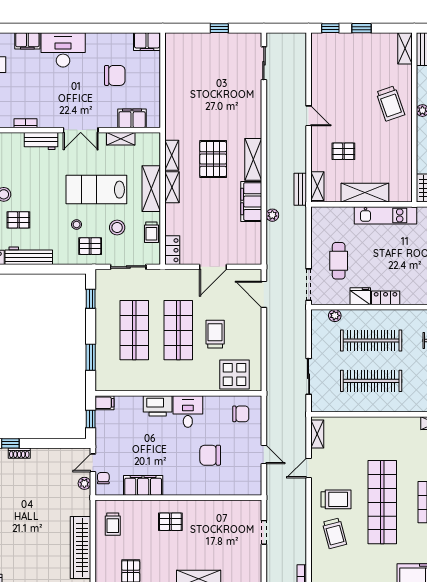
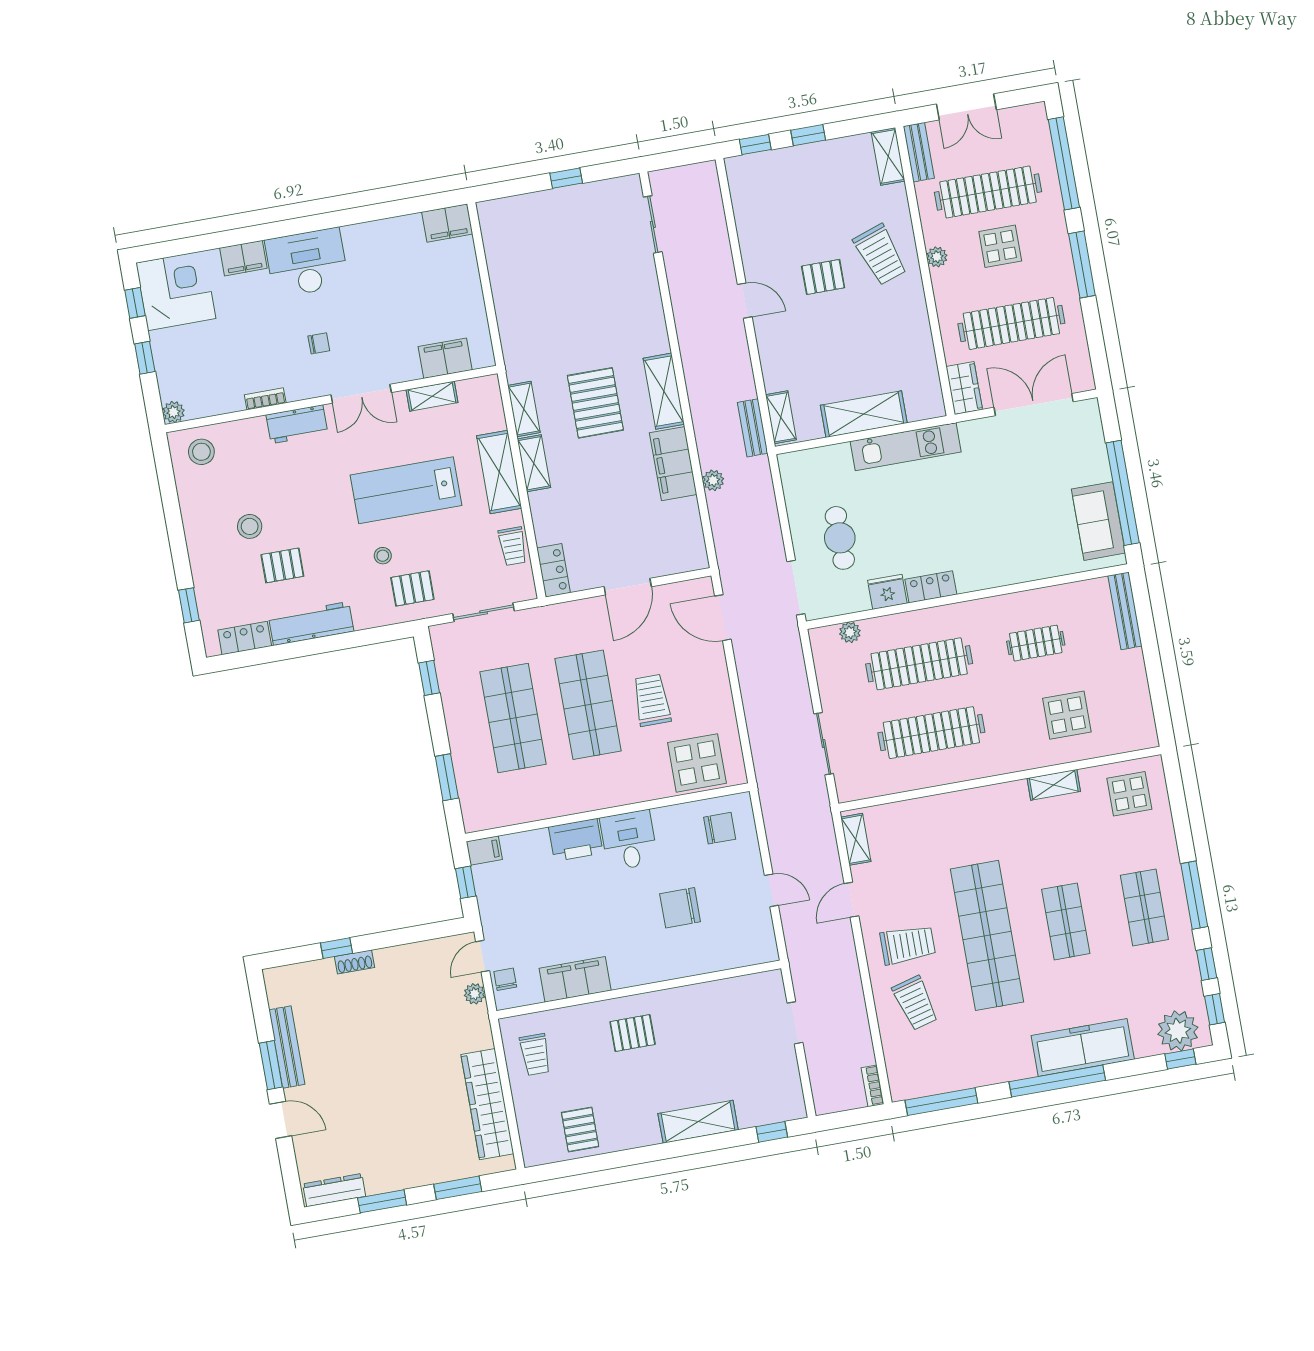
chair: (115, 75) -> (319, 343), moved, width x0.54, depth x0.54
pallet: (343, 151) -> (823, 277), moved
stool: (117, 227) -> (453, 548), removed

